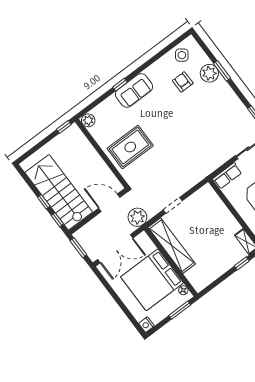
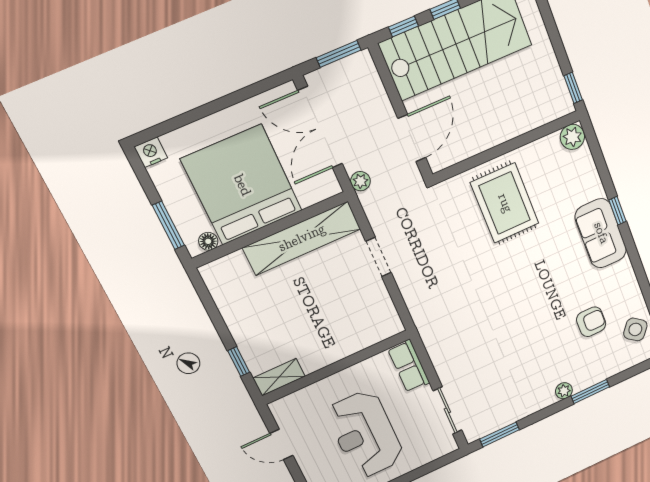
plant: (209, 73) -> (564, 391), moved, width x0.53, depth x0.53
plant: (137, 217) -> (360, 181), width x0.53, depth x0.53

